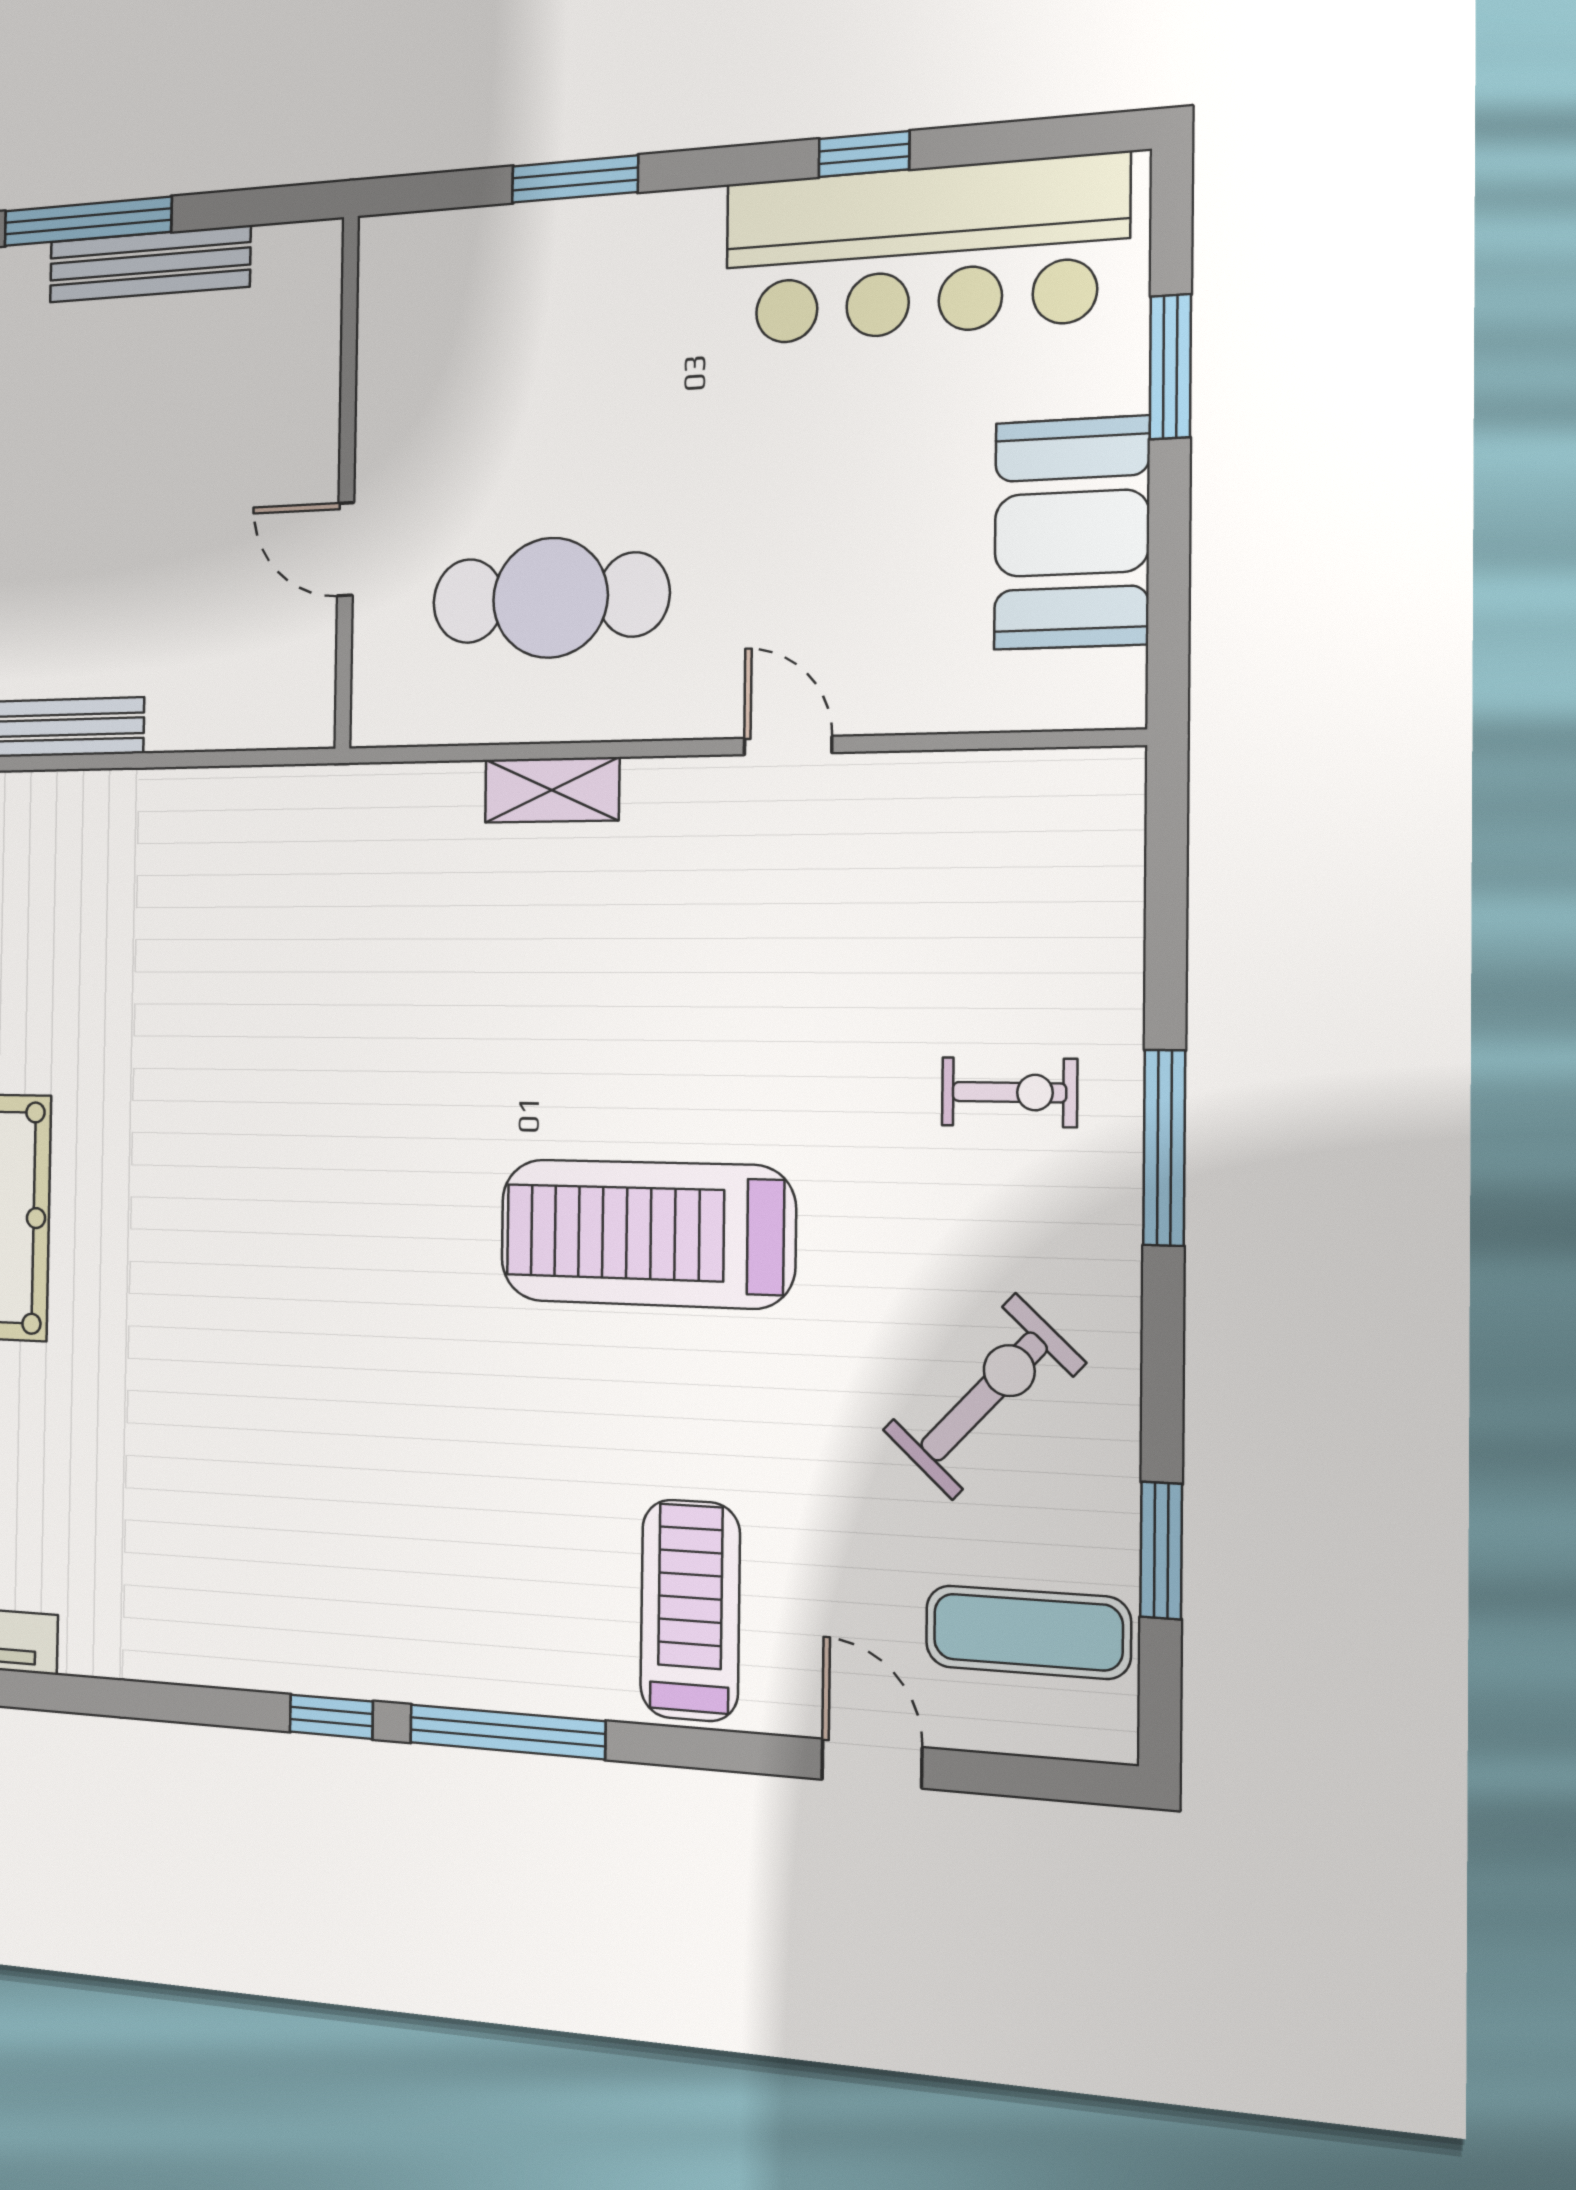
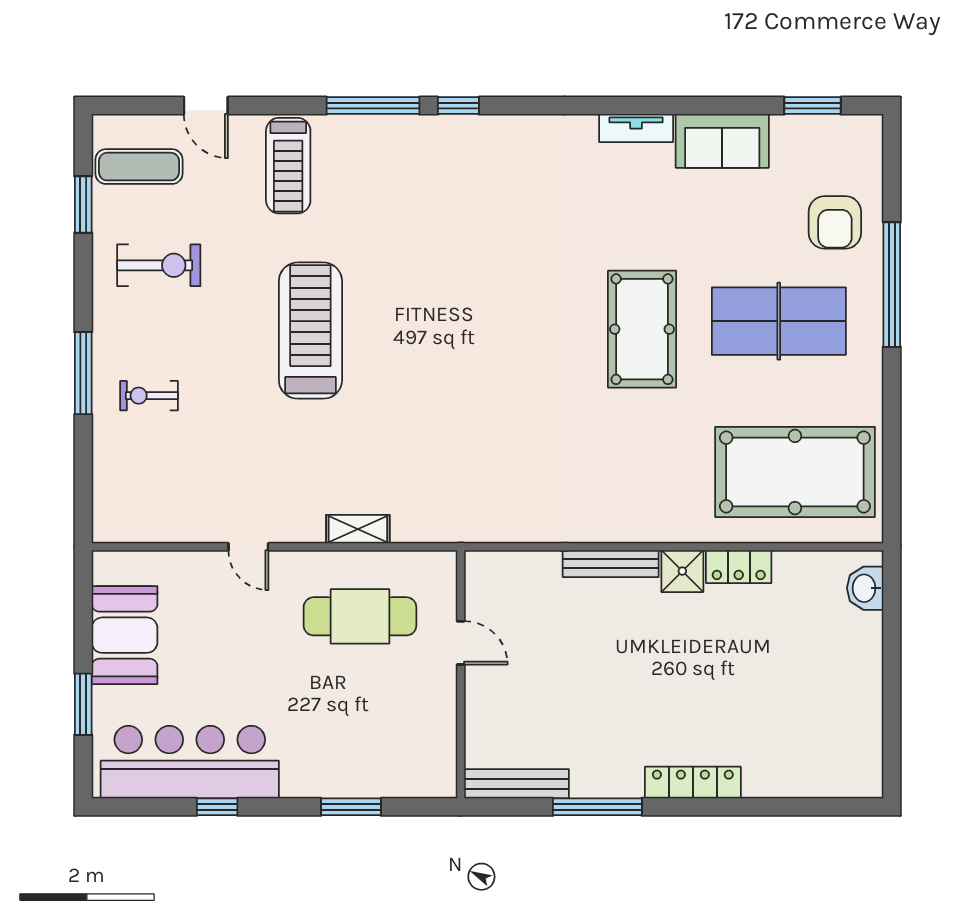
bench: (149, 264) -> (516, 784), moved
treadmill: (647, 1234) -> (310, 331), turned -90
exercise bike: (984, 1397) -> (159, 265), turned -133

